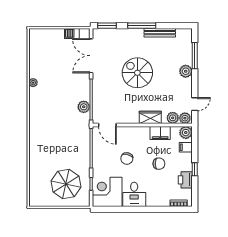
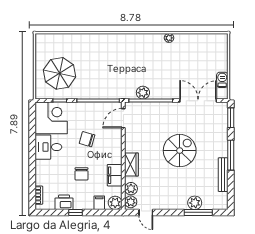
plant: (186, 71) -> (195, 203), moved

